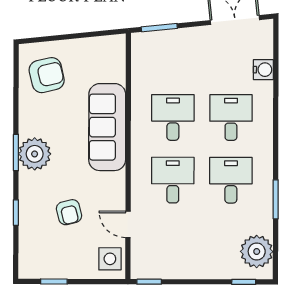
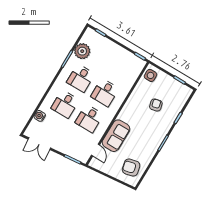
sofa: (107, 127) -> (116, 136), width x0.73
plant: (35, 154) -> (156, 138), removed
door: (128, 224) -> (95, 150), moved
plant: (257, 252) -> (82, 51), moved

